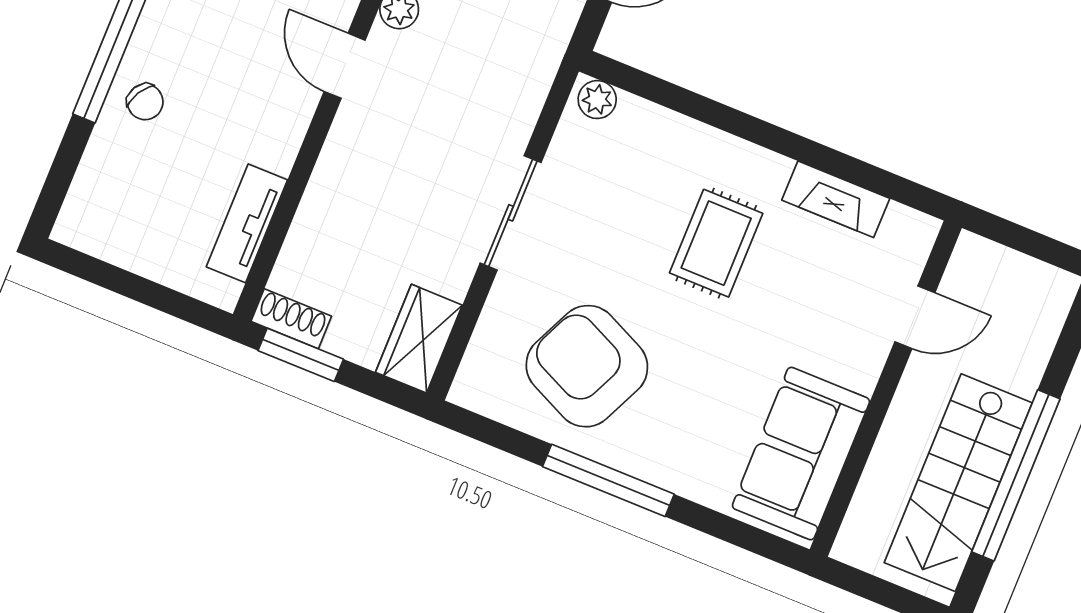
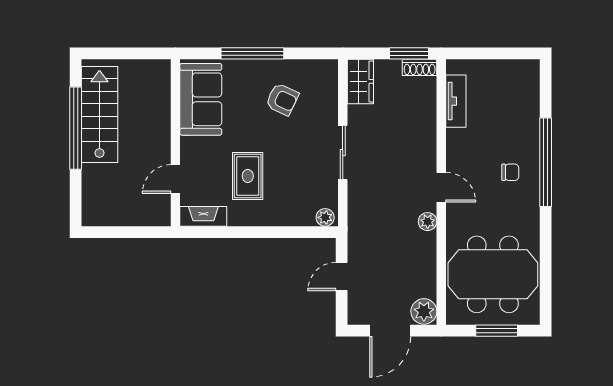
chair: (145, 102) -> (510, 172), moved, turned 150
door: (915, 317) -> (175, 179), moved
armchair: (587, 366) -> (282, 99), width x0.53, depth x0.53
wall: (886, 389) -> (175, 143), moved
sofa: (801, 454) -> (201, 99), moved

